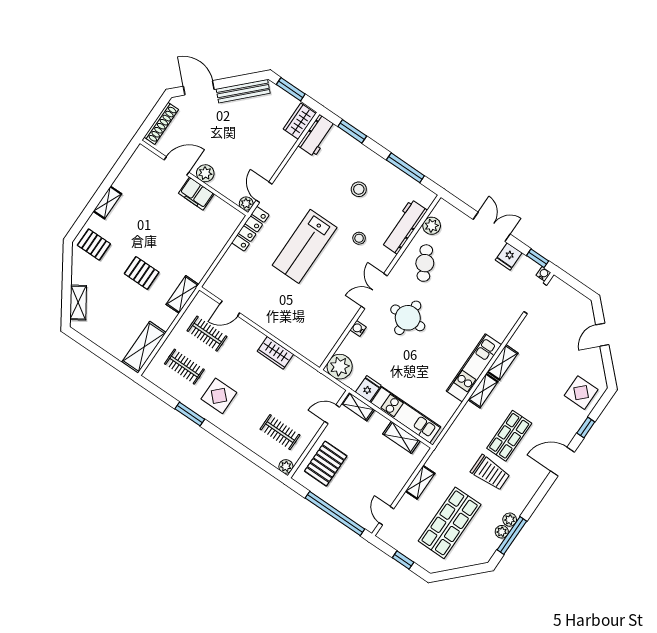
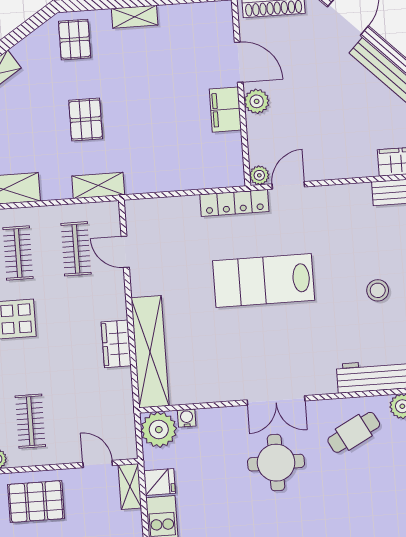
stool: (359, 238) -> (322, 335), removed
double door: (374, 291) -> (276, 400), swing flipped
water cooler: (358, 328) -> (187, 418), moved
shelving: (294, 338) -> (150, 352), added

